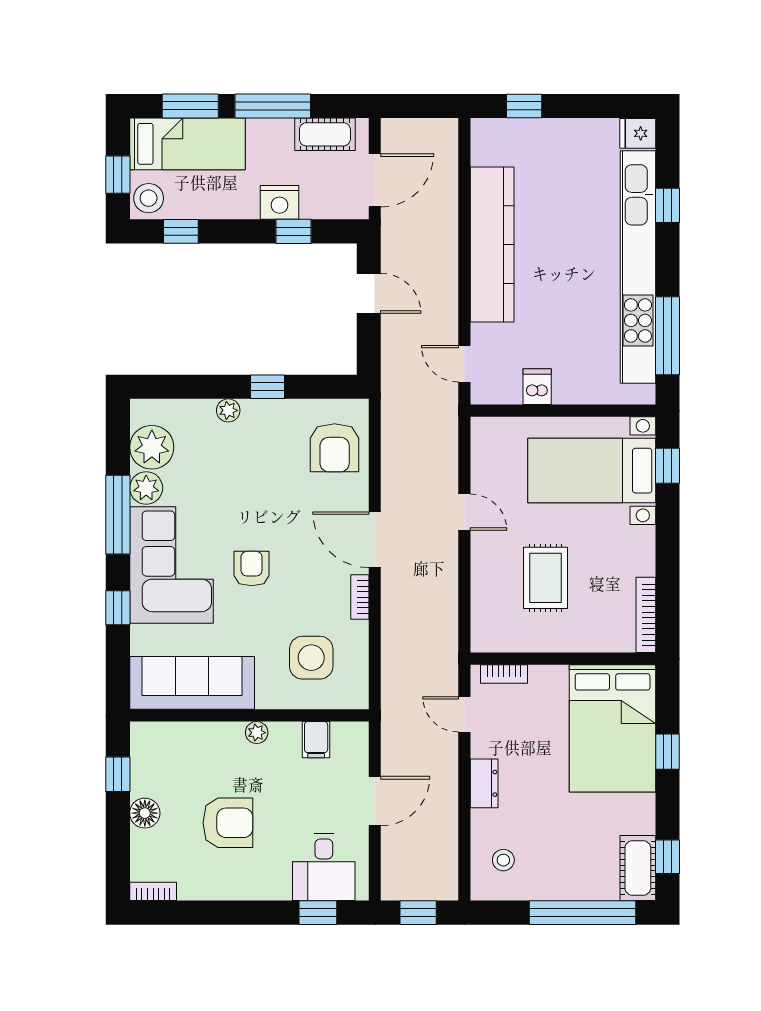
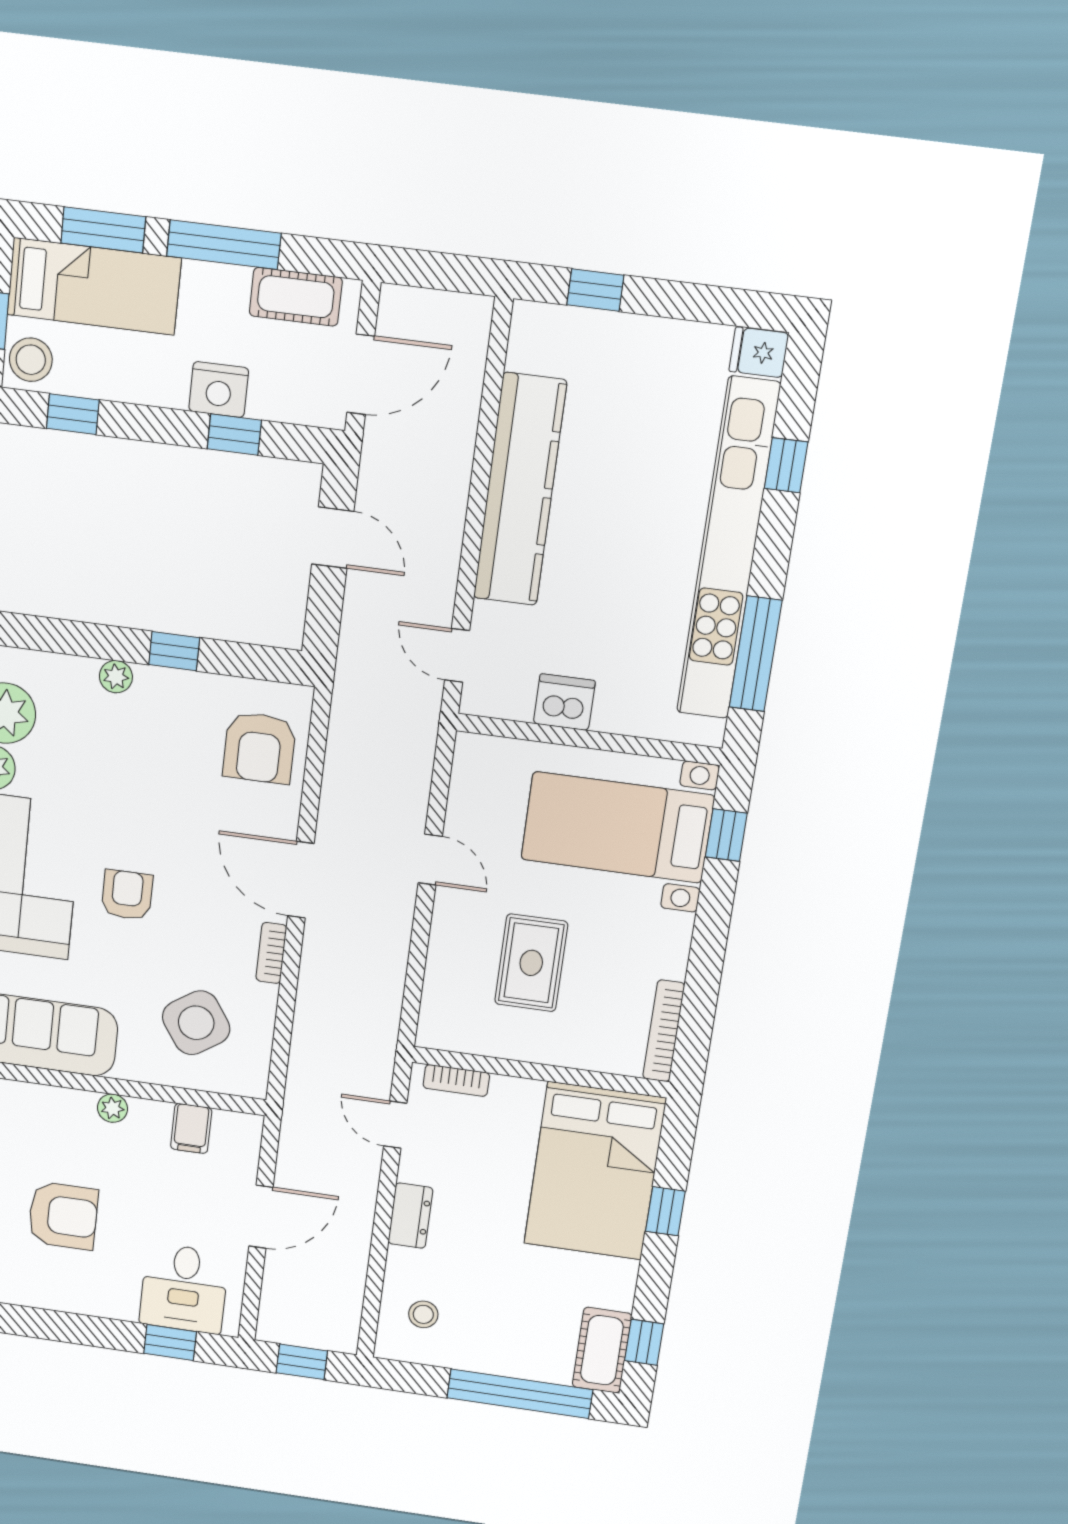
dishwasher: (537, 387) -> (564, 702), width x1.38
side table: (311, 658) -> (196, 1023), turned -34

